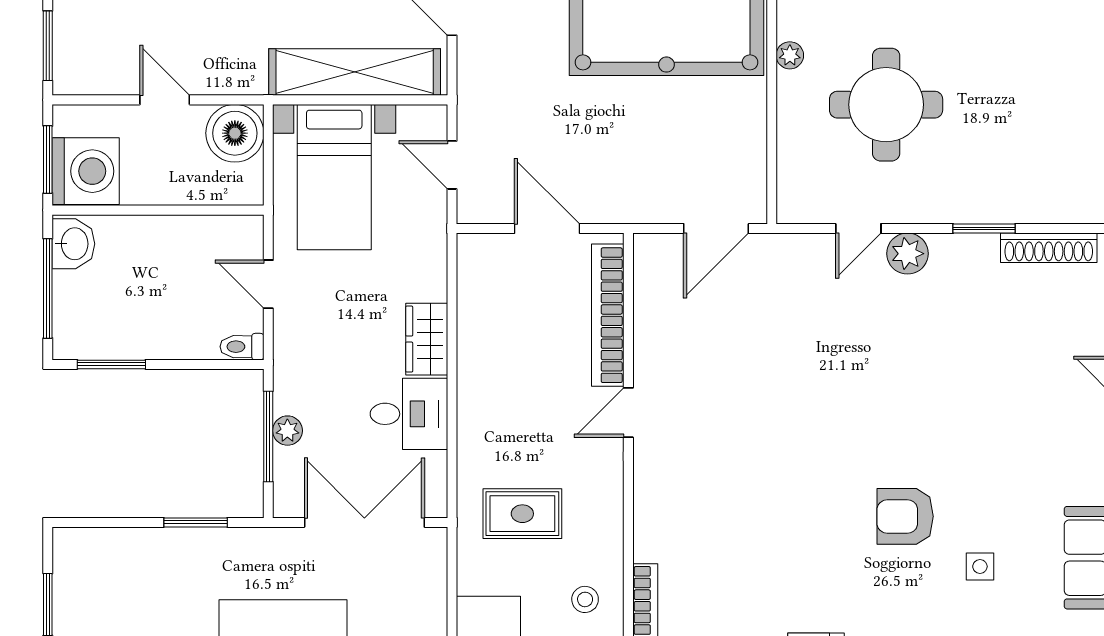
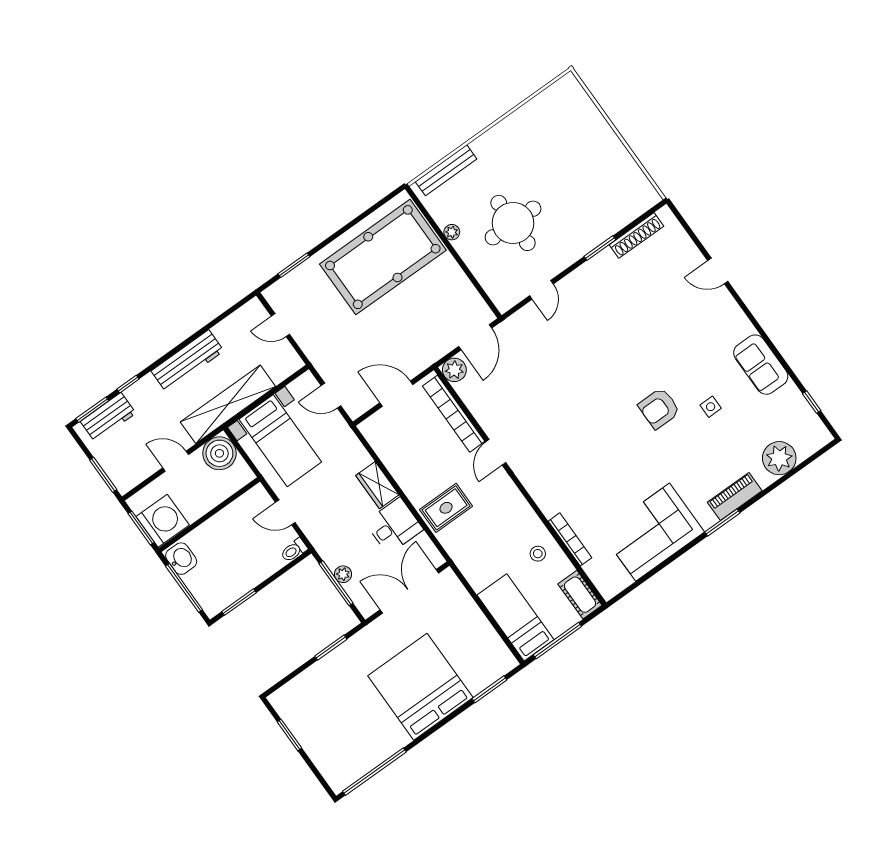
shelving: (355, 72) -> (228, 404), moved
plant: (907, 254) -> (454, 370), moved
rug: (522, 514) -> (446, 508), moved

